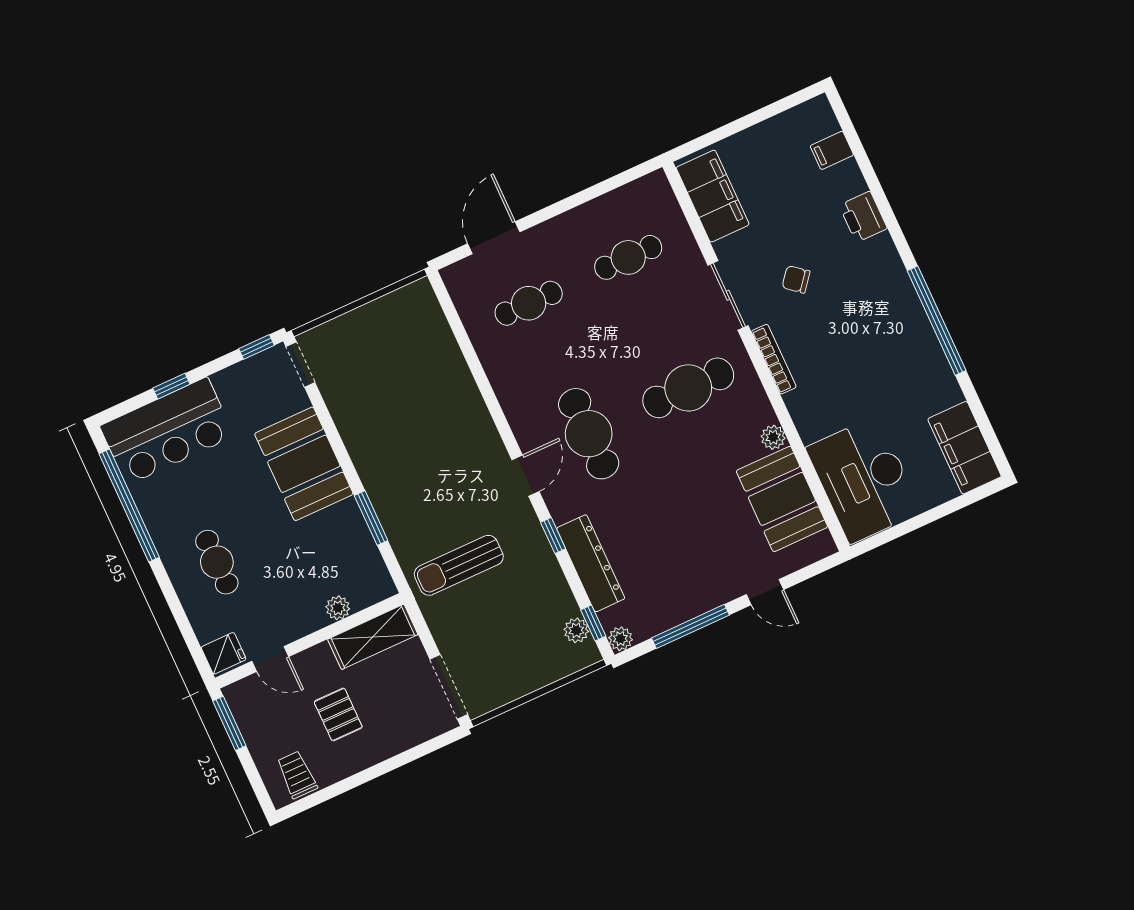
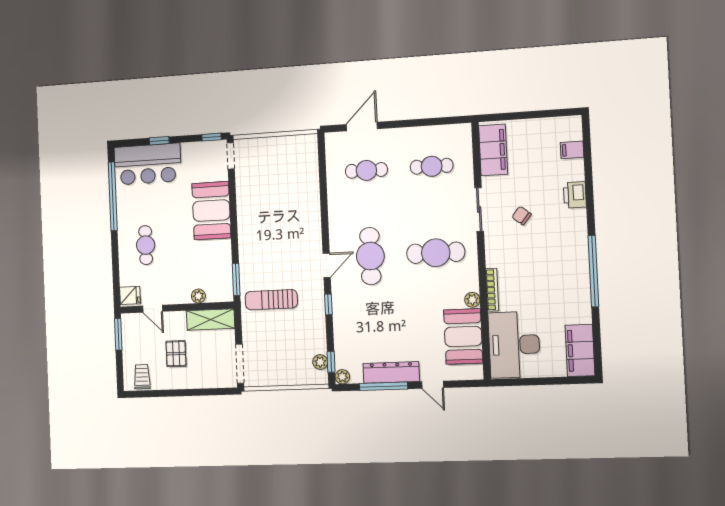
bookcase: (774, 359) -> (492, 290), moved
window: (371, 518) -> (236, 279), moved
dresser: (591, 563) -> (391, 372), moved, turned -90

